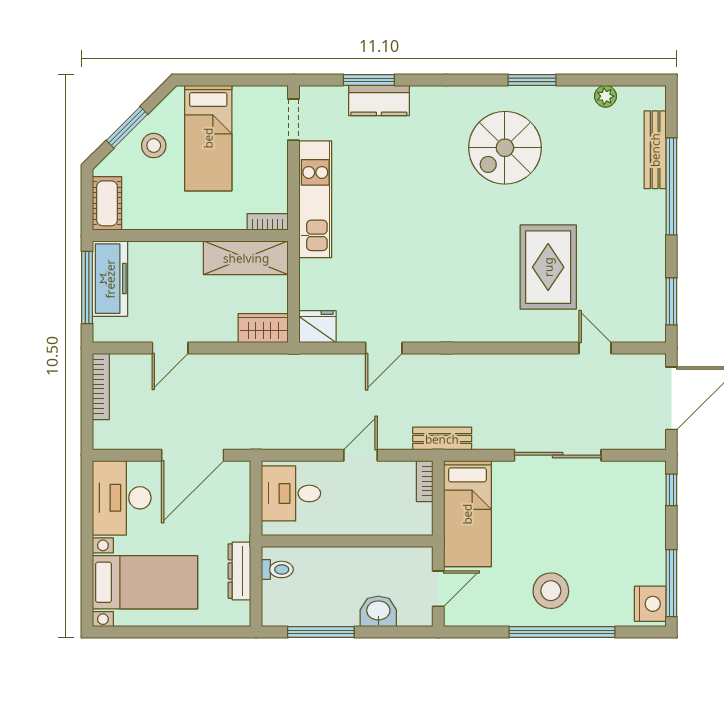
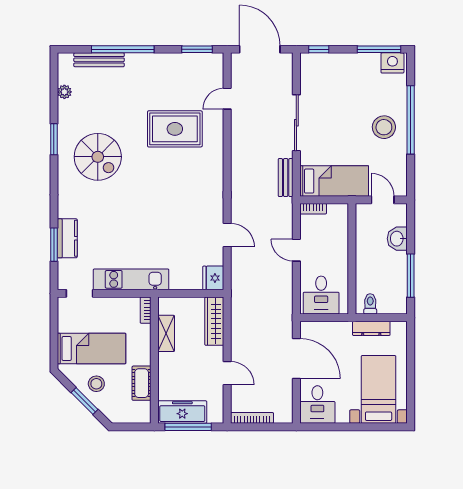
cot: (107, 203) -> (142, 383), moved, turned 90
shelving: (246, 258) -> (166, 333), width x0.67, depth x0.75
wardrobe: (263, 328) -> (214, 321), width x1.50
bench: (442, 439) -> (286, 178), moved
desk: (122, 498) -> (317, 404), width x0.73

